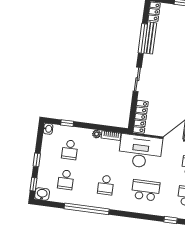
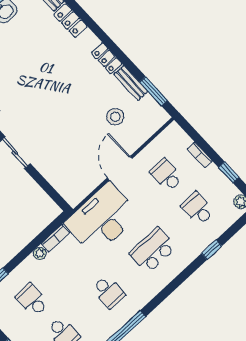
locker: (141, 117) -> (62, 185), removed
school desk: (70, 150) -> (32, 300), turned 180

